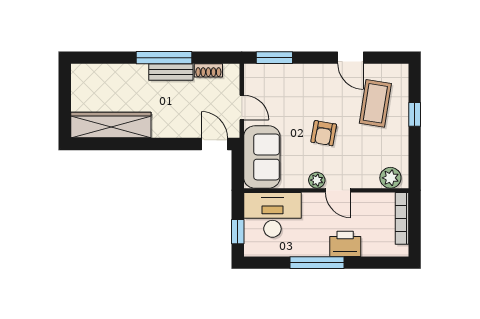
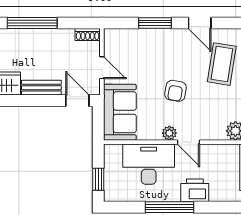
window: (274, 58) -> (155, 23), moved
shoe rack: (208, 70) -> (88, 34), moved
bench: (171, 72) -> (41, 88), moved
desk: (272, 215) -> (149, 164), moved

